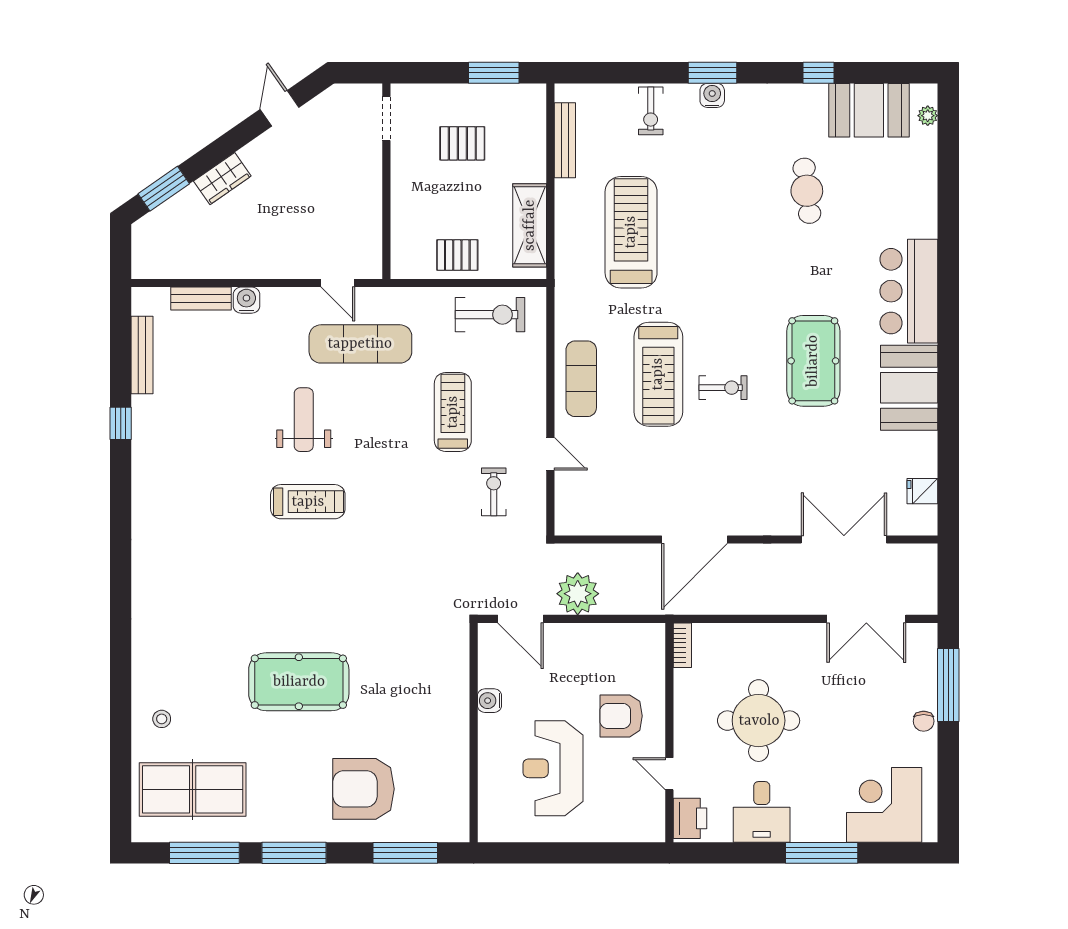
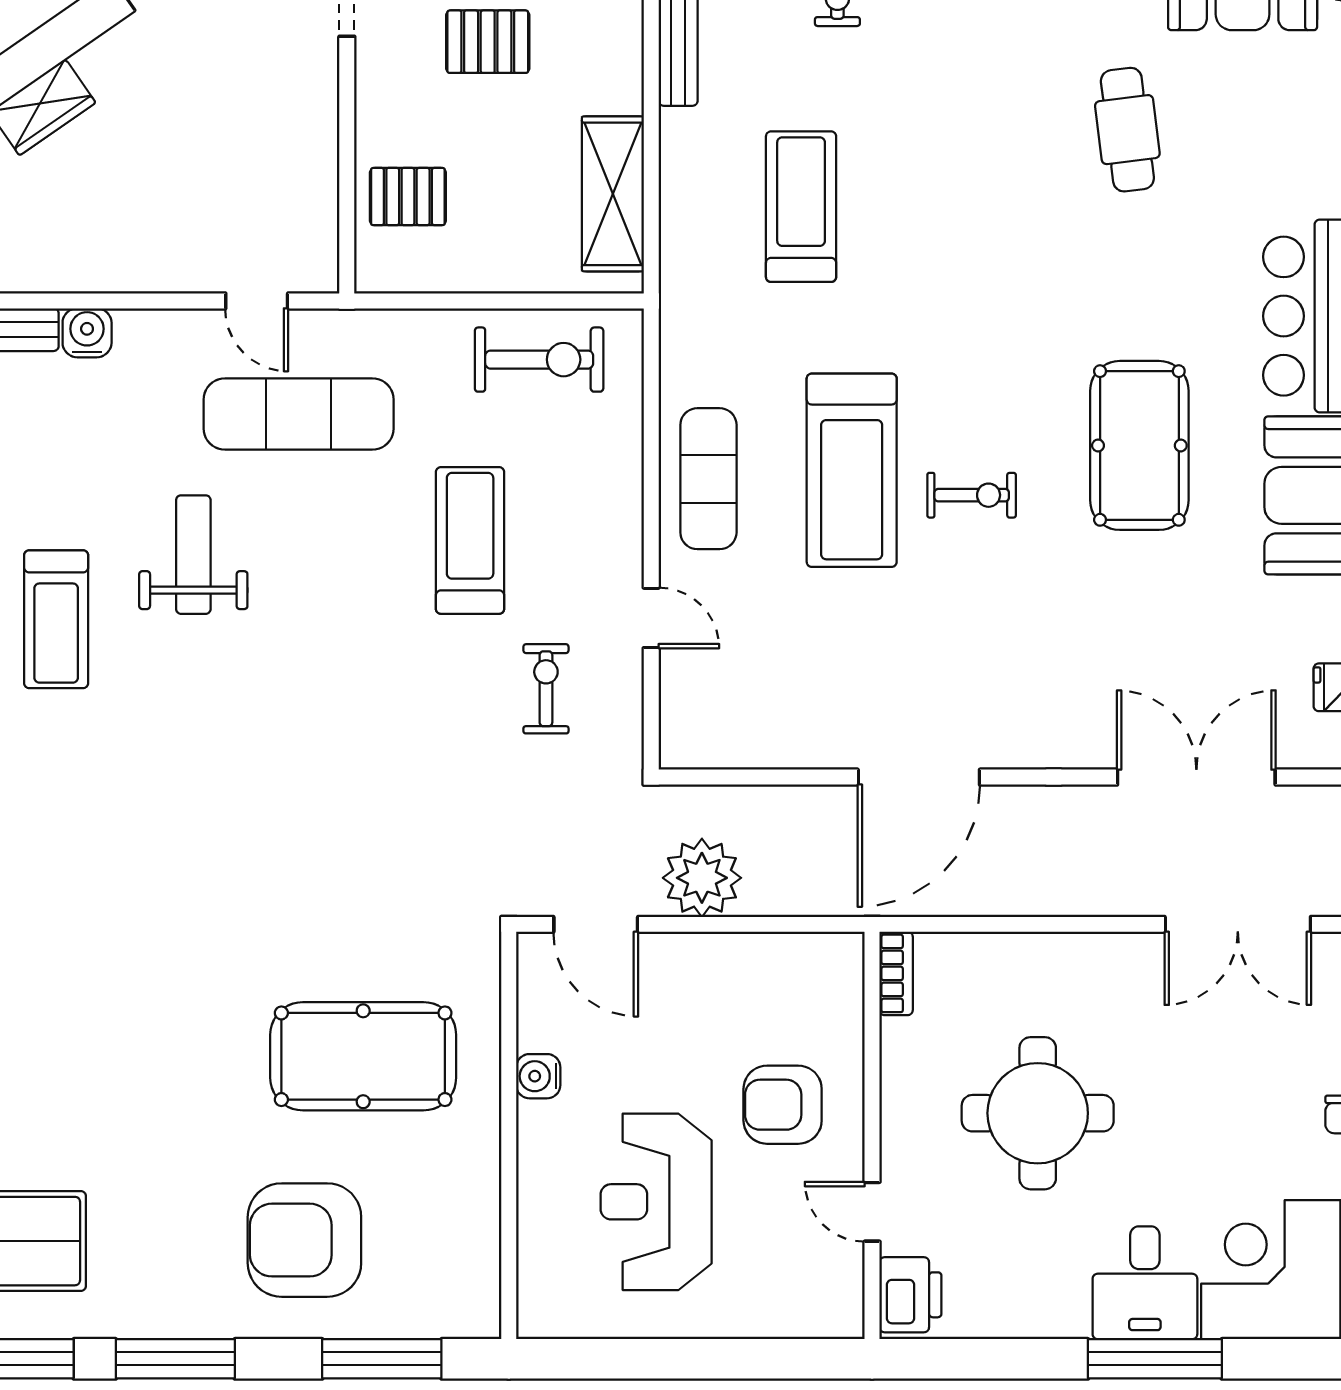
treadmill: (631, 232) -> (801, 207), width x0.73, depth x0.73
pallet: (457, 255) -> (408, 197), moved
treadmill: (308, 502) -> (56, 619), moved, turned 90
pool table: (299, 682) -> (363, 1056), moved
desk: (762, 812) -> (1145, 1283), moved

